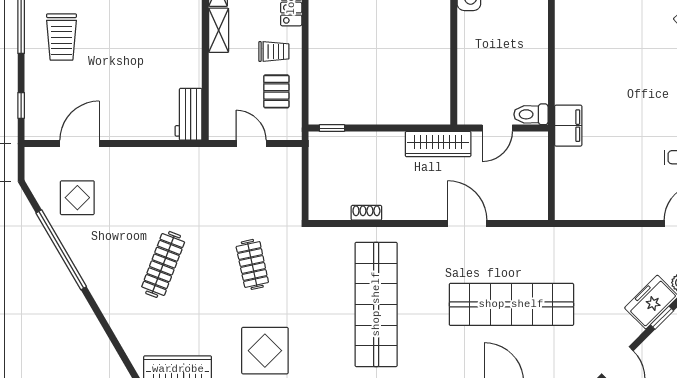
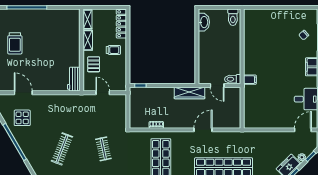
pallet: (276, 91) -> (94, 64), moved
filing cabinet: (568, 126) -> (250, 80), width x0.50
door: (497, 128) -> (217, 86), hinge flipped
door: (80, 144) -> (23, 93), hinge flipped
door: (467, 223) -> (203, 130), hinge flipped

